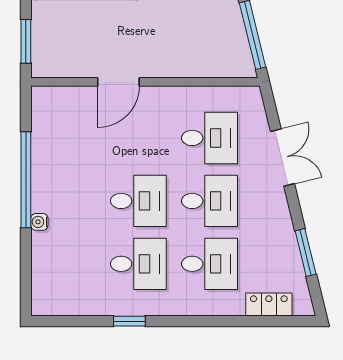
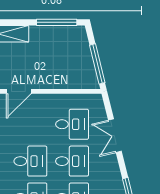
double door: (282, 158) -> (115, 136), swing flipped

